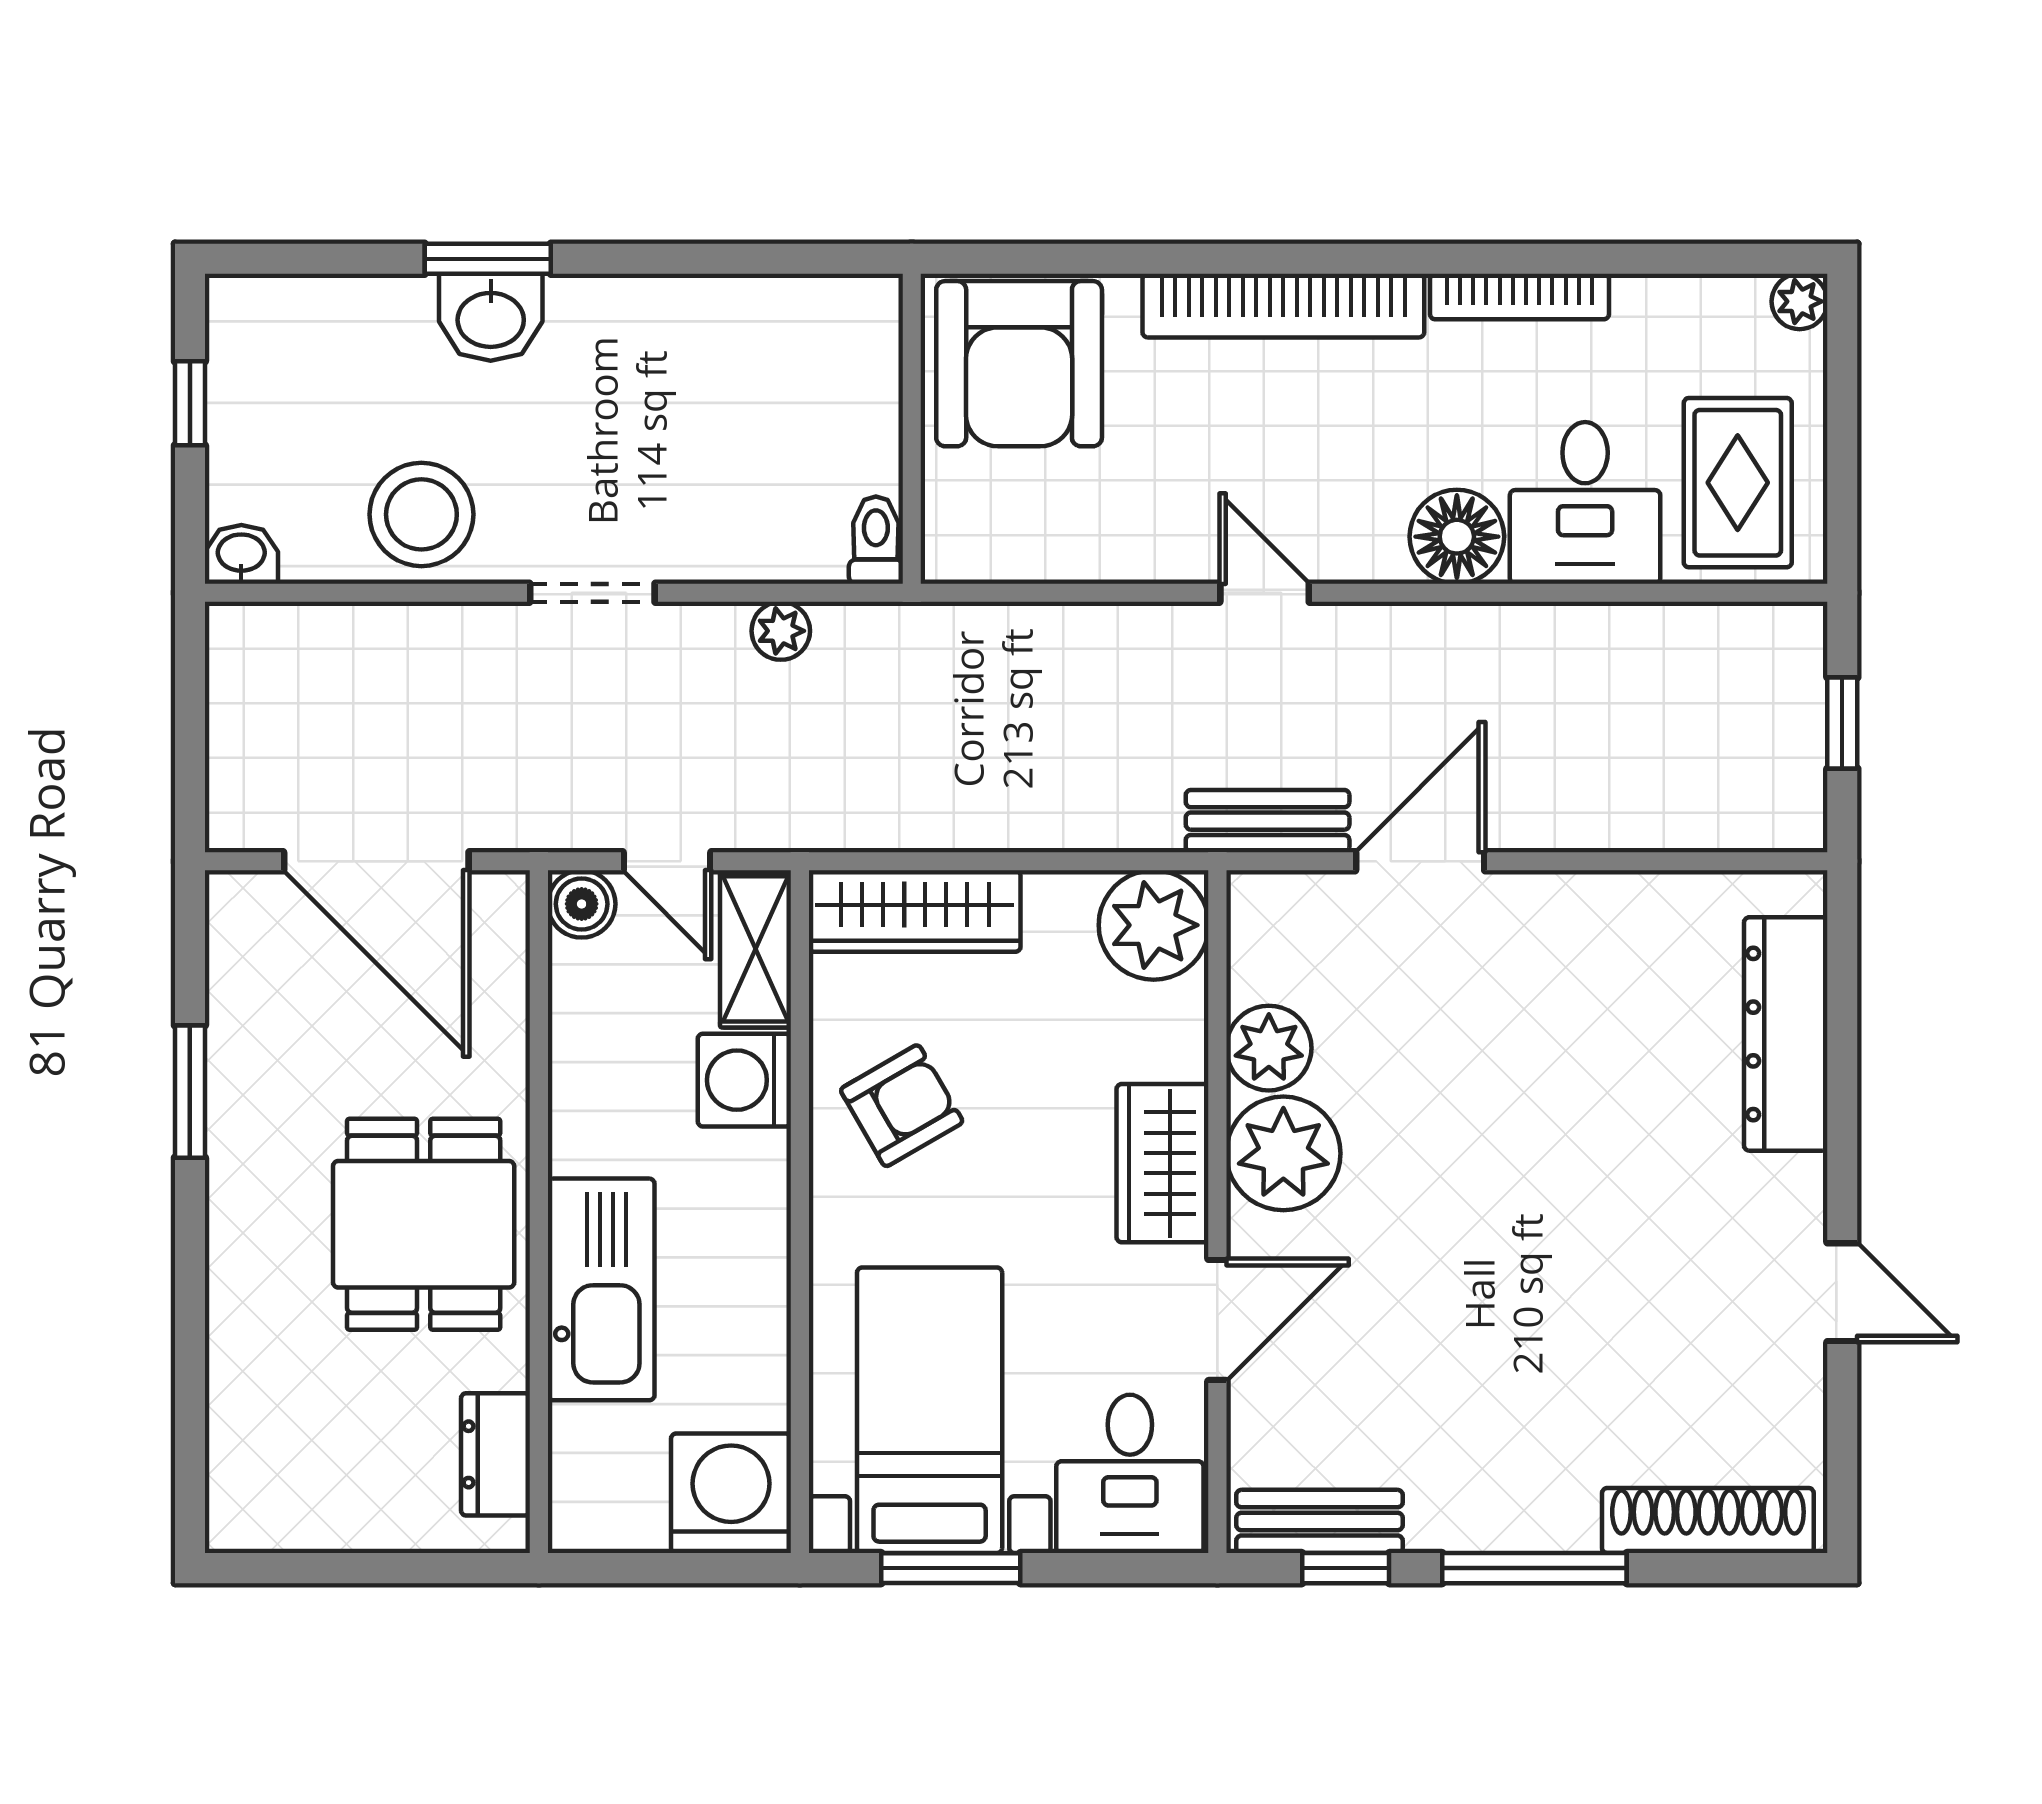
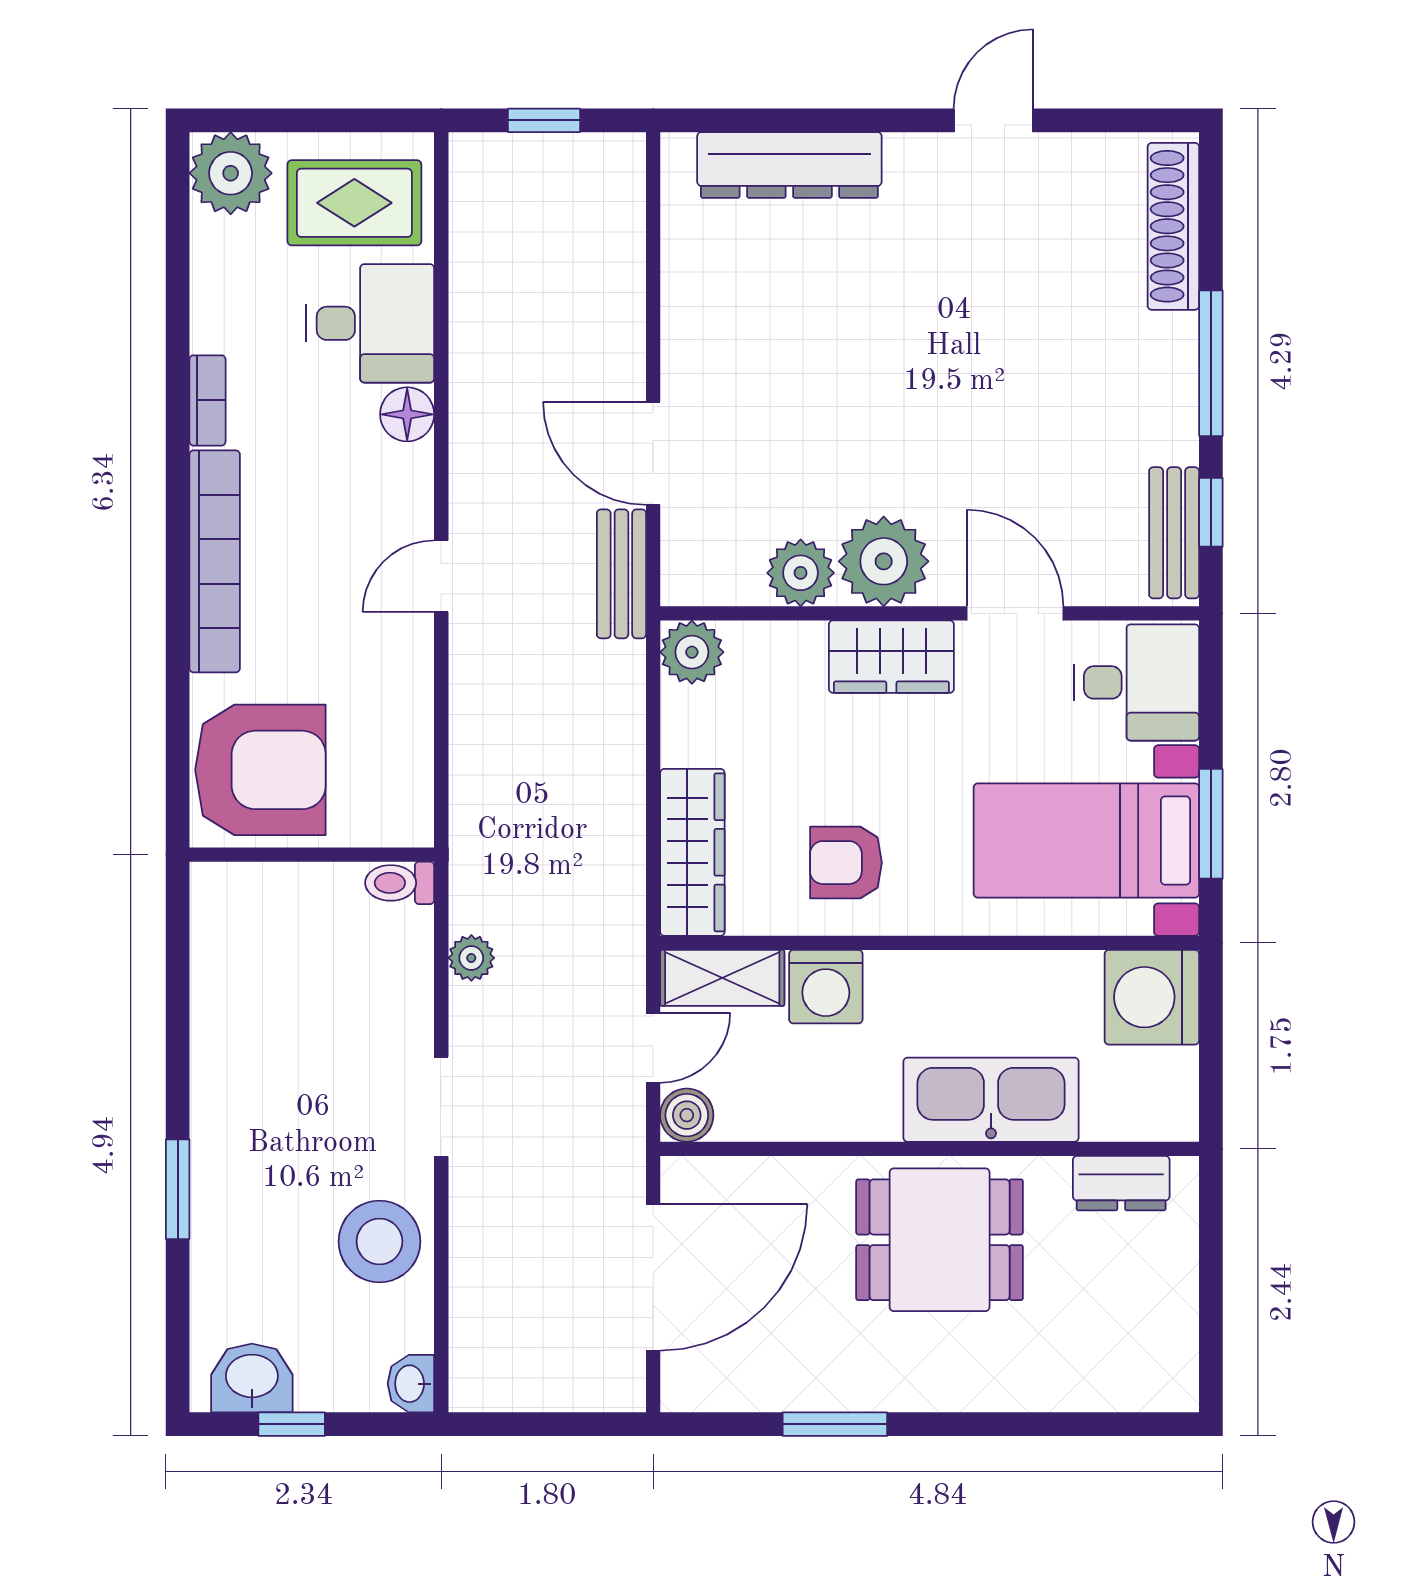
bookcase: (1519, 297) -> (207, 400), width x0.64
plant: (1800, 301) -> (231, 173), width x1.87, depth x1.87
washbasin: (491, 317) -> (252, 1378), moved, turned -90
floor lamp: (1457, 537) -> (407, 414), width x0.73, depth x0.73
plant: (1154, 925) -> (692, 652), width x0.73, depth x0.73
armchair: (902, 1106) -> (846, 863), turned -60

